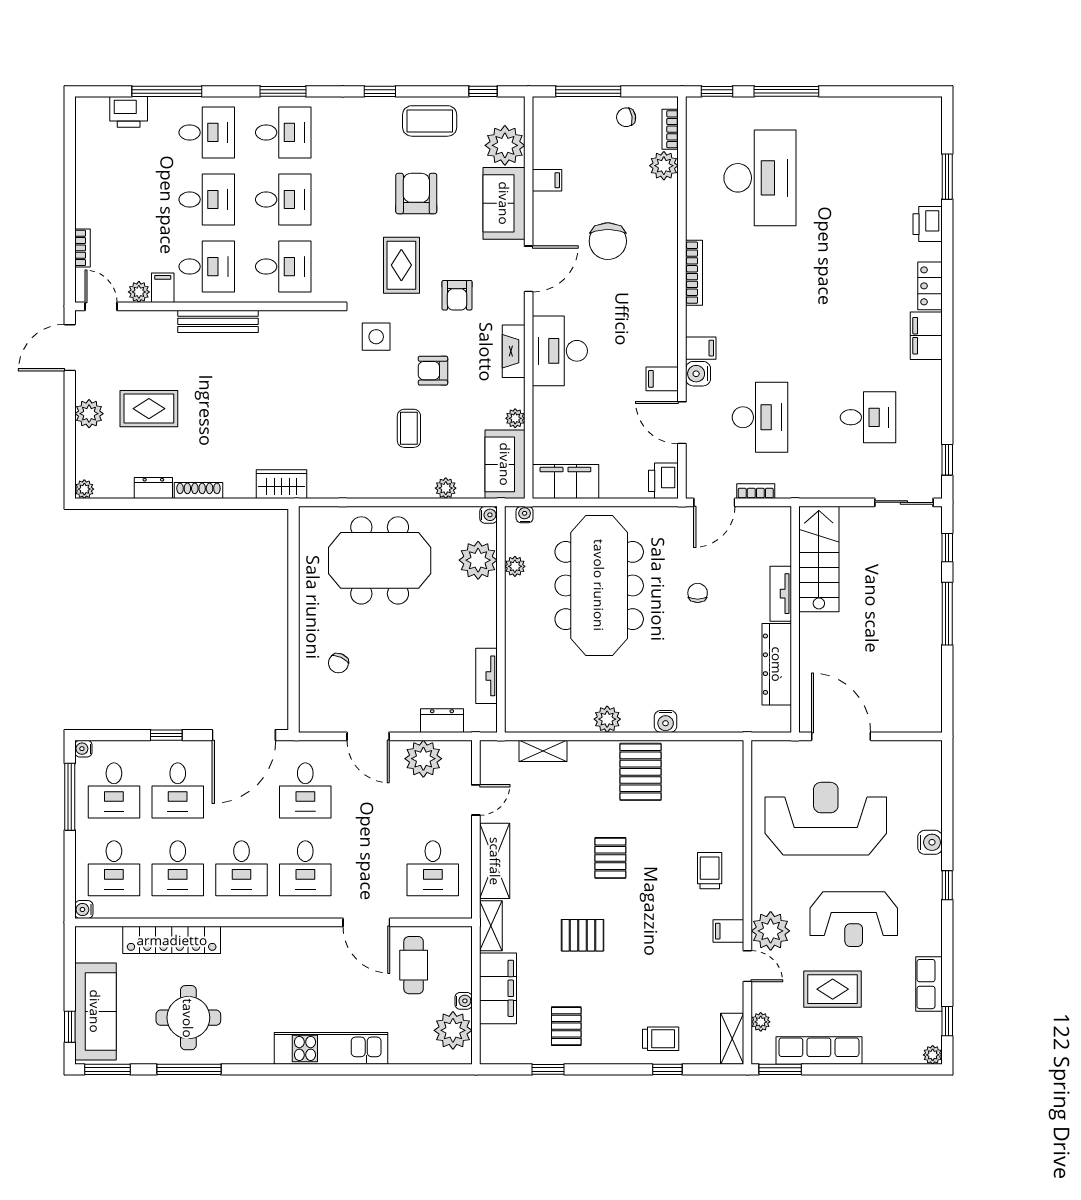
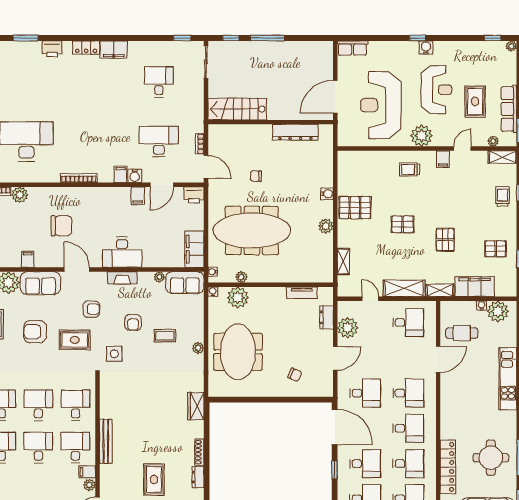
plant: (446, 488) -> (198, 348), moved
tv unit: (781, 594) -> (256, 130), removed
water cooler: (930, 842) -> (426, 48), moved
plant: (771, 931) -> (421, 136), moved
row of seats: (929, 984) -> (352, 48), moved

